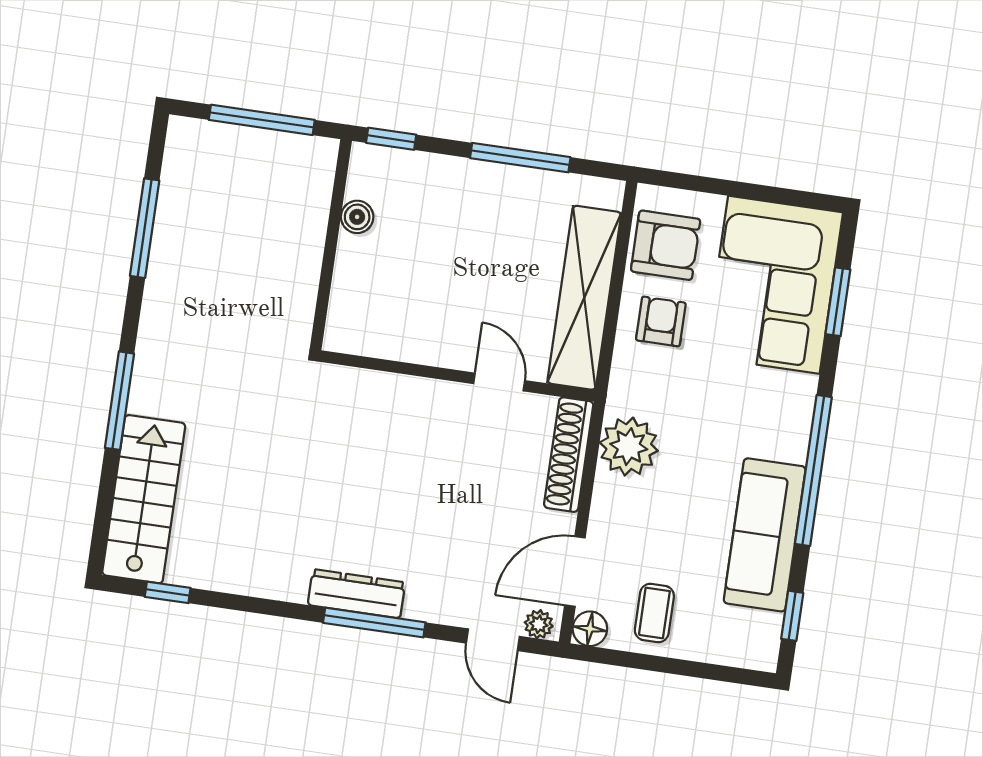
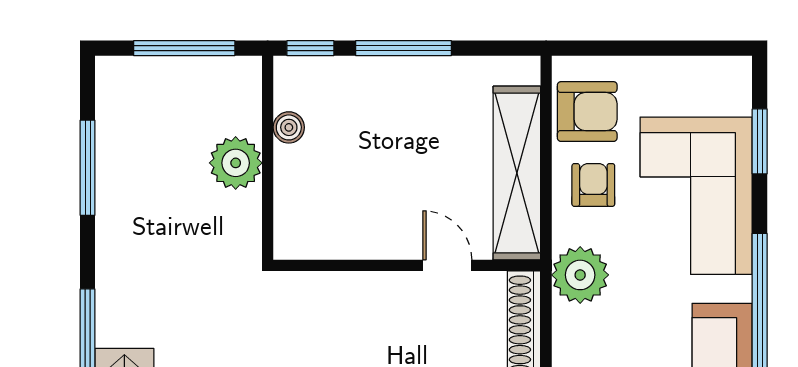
window: (520, 158) -> (403, 48), moved
plant: (297, 245) -> (236, 163), added
corner sofa: (774, 285) -> (696, 196), moved
plant: (629, 447) -> (580, 275), moved

